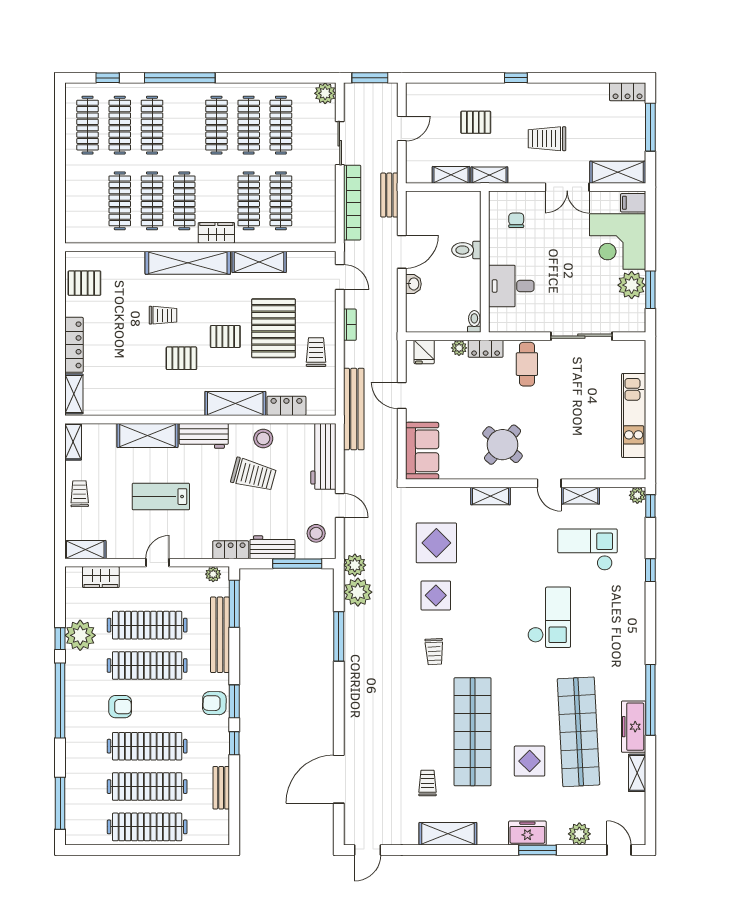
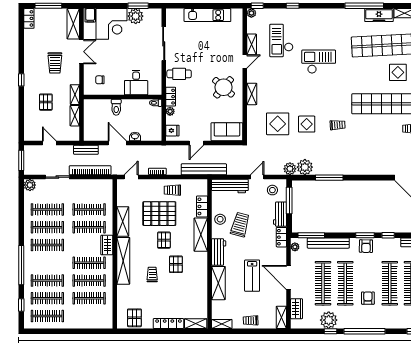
door: (157, 563) -> (289, 278), width x1.88

